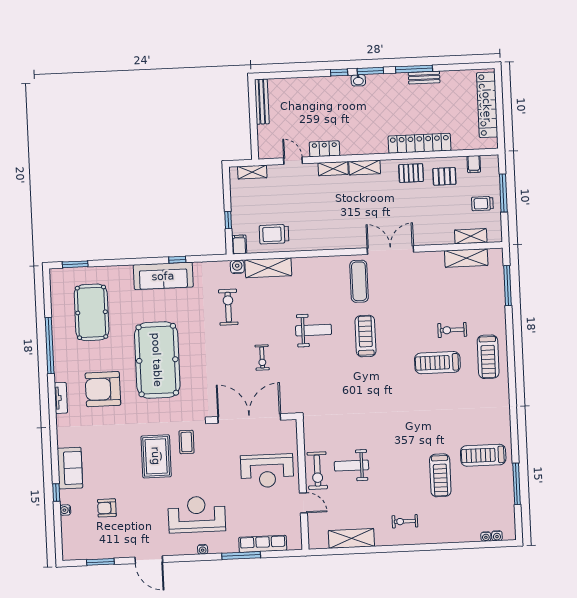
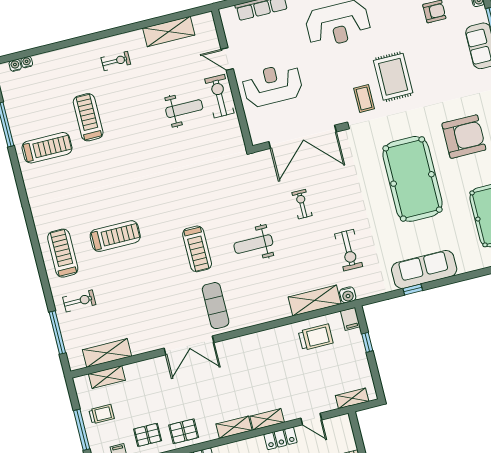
exercise bike: (452, 330) -> (79, 301), moved

